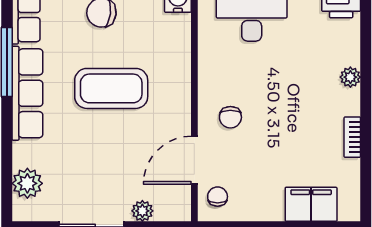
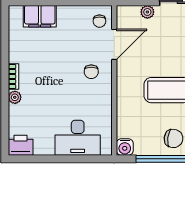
chair: (230, 117) -> (91, 72), turned 180
bookcase: (352, 137) -> (13, 77), moved

